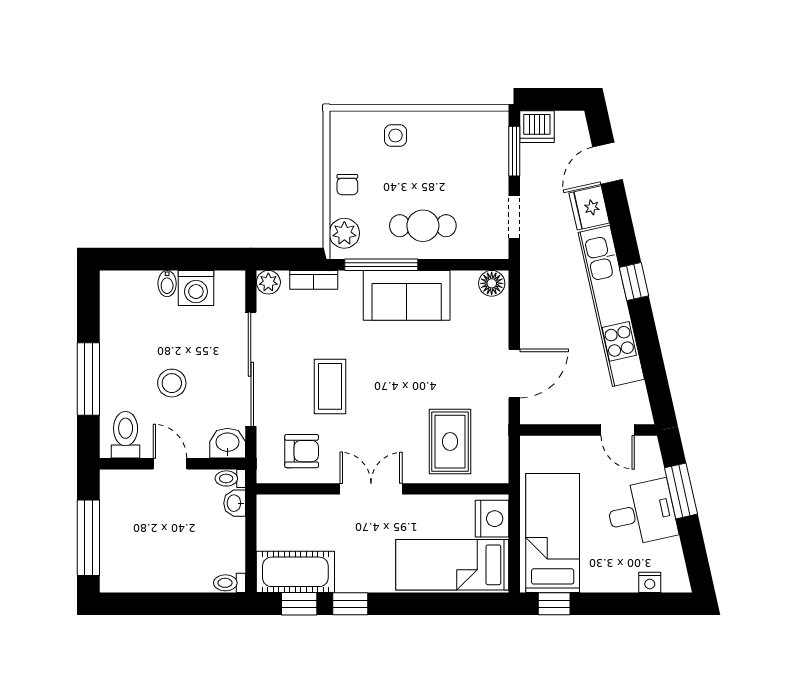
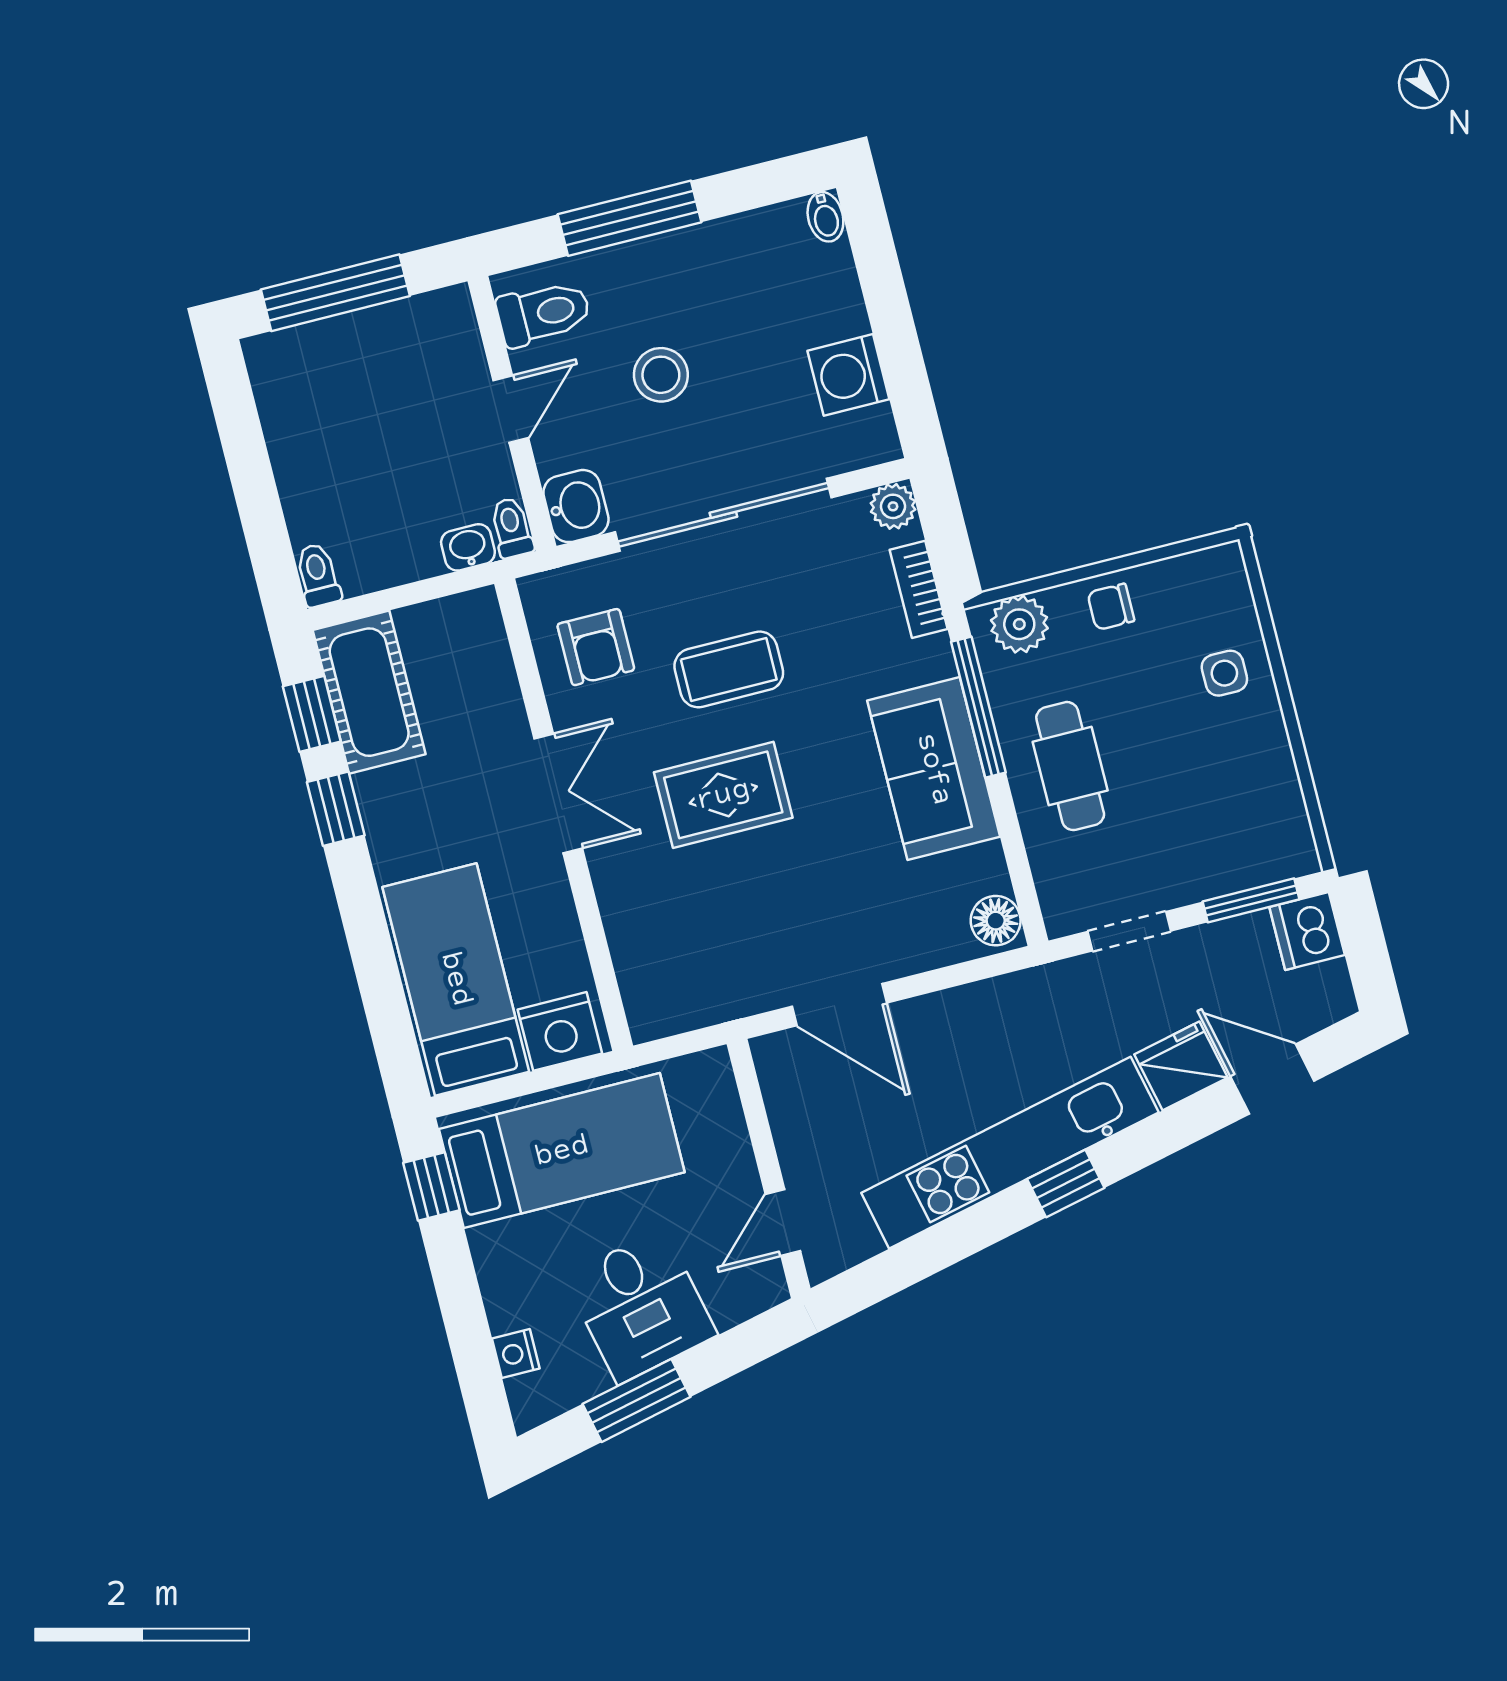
bidet: (167, 284) -> (825, 217), moved, turned -90
rug: (450, 442) -> (723, 795), moved
window: (681, 491) -> (636, 1400), moved

